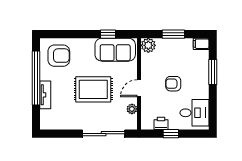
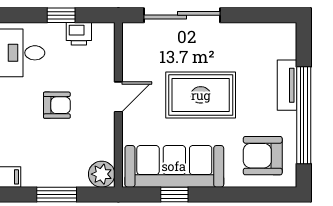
sofa: (115, 50) -> (174, 166), width x1.36
plant: (132, 109) -> (131, 60), removed

